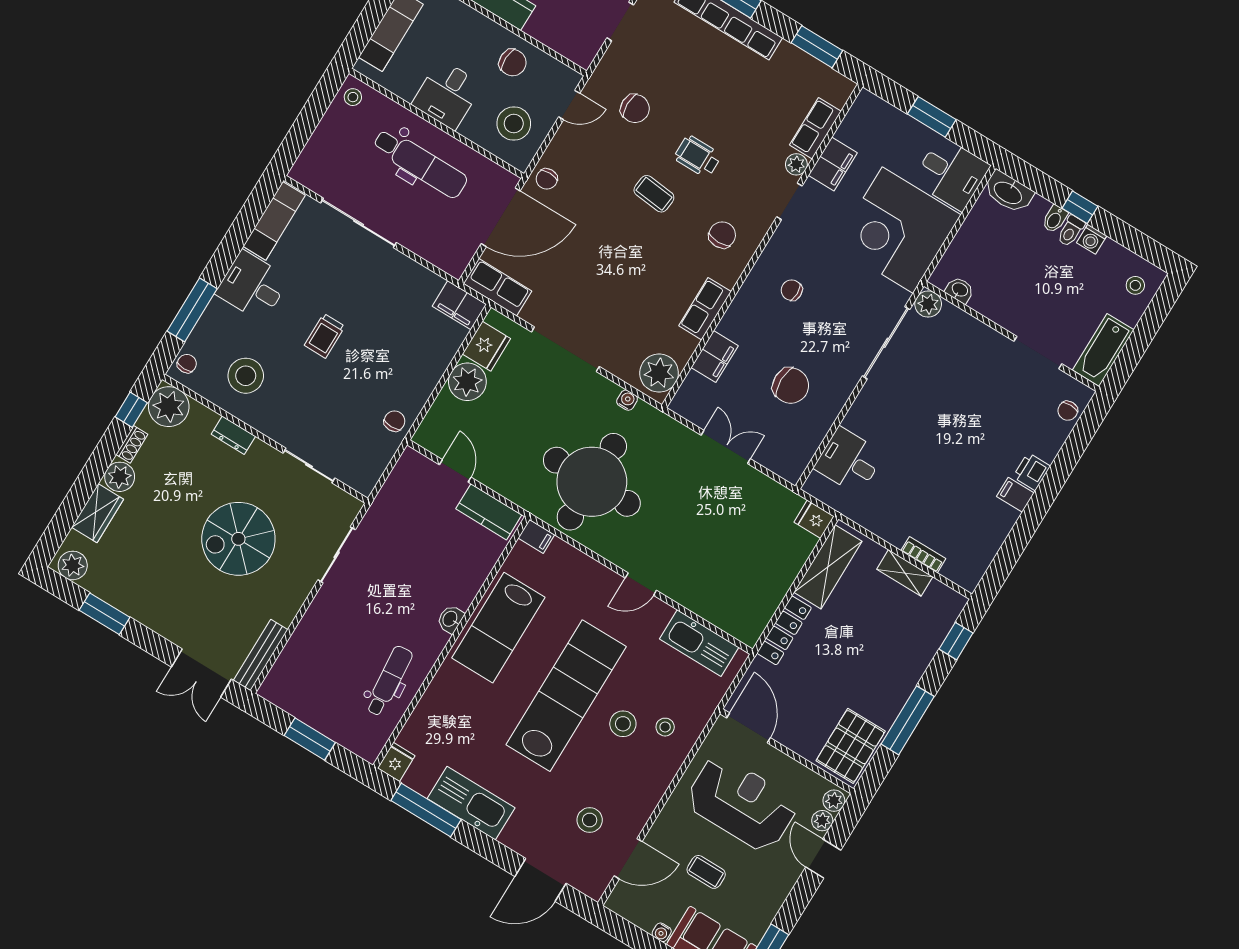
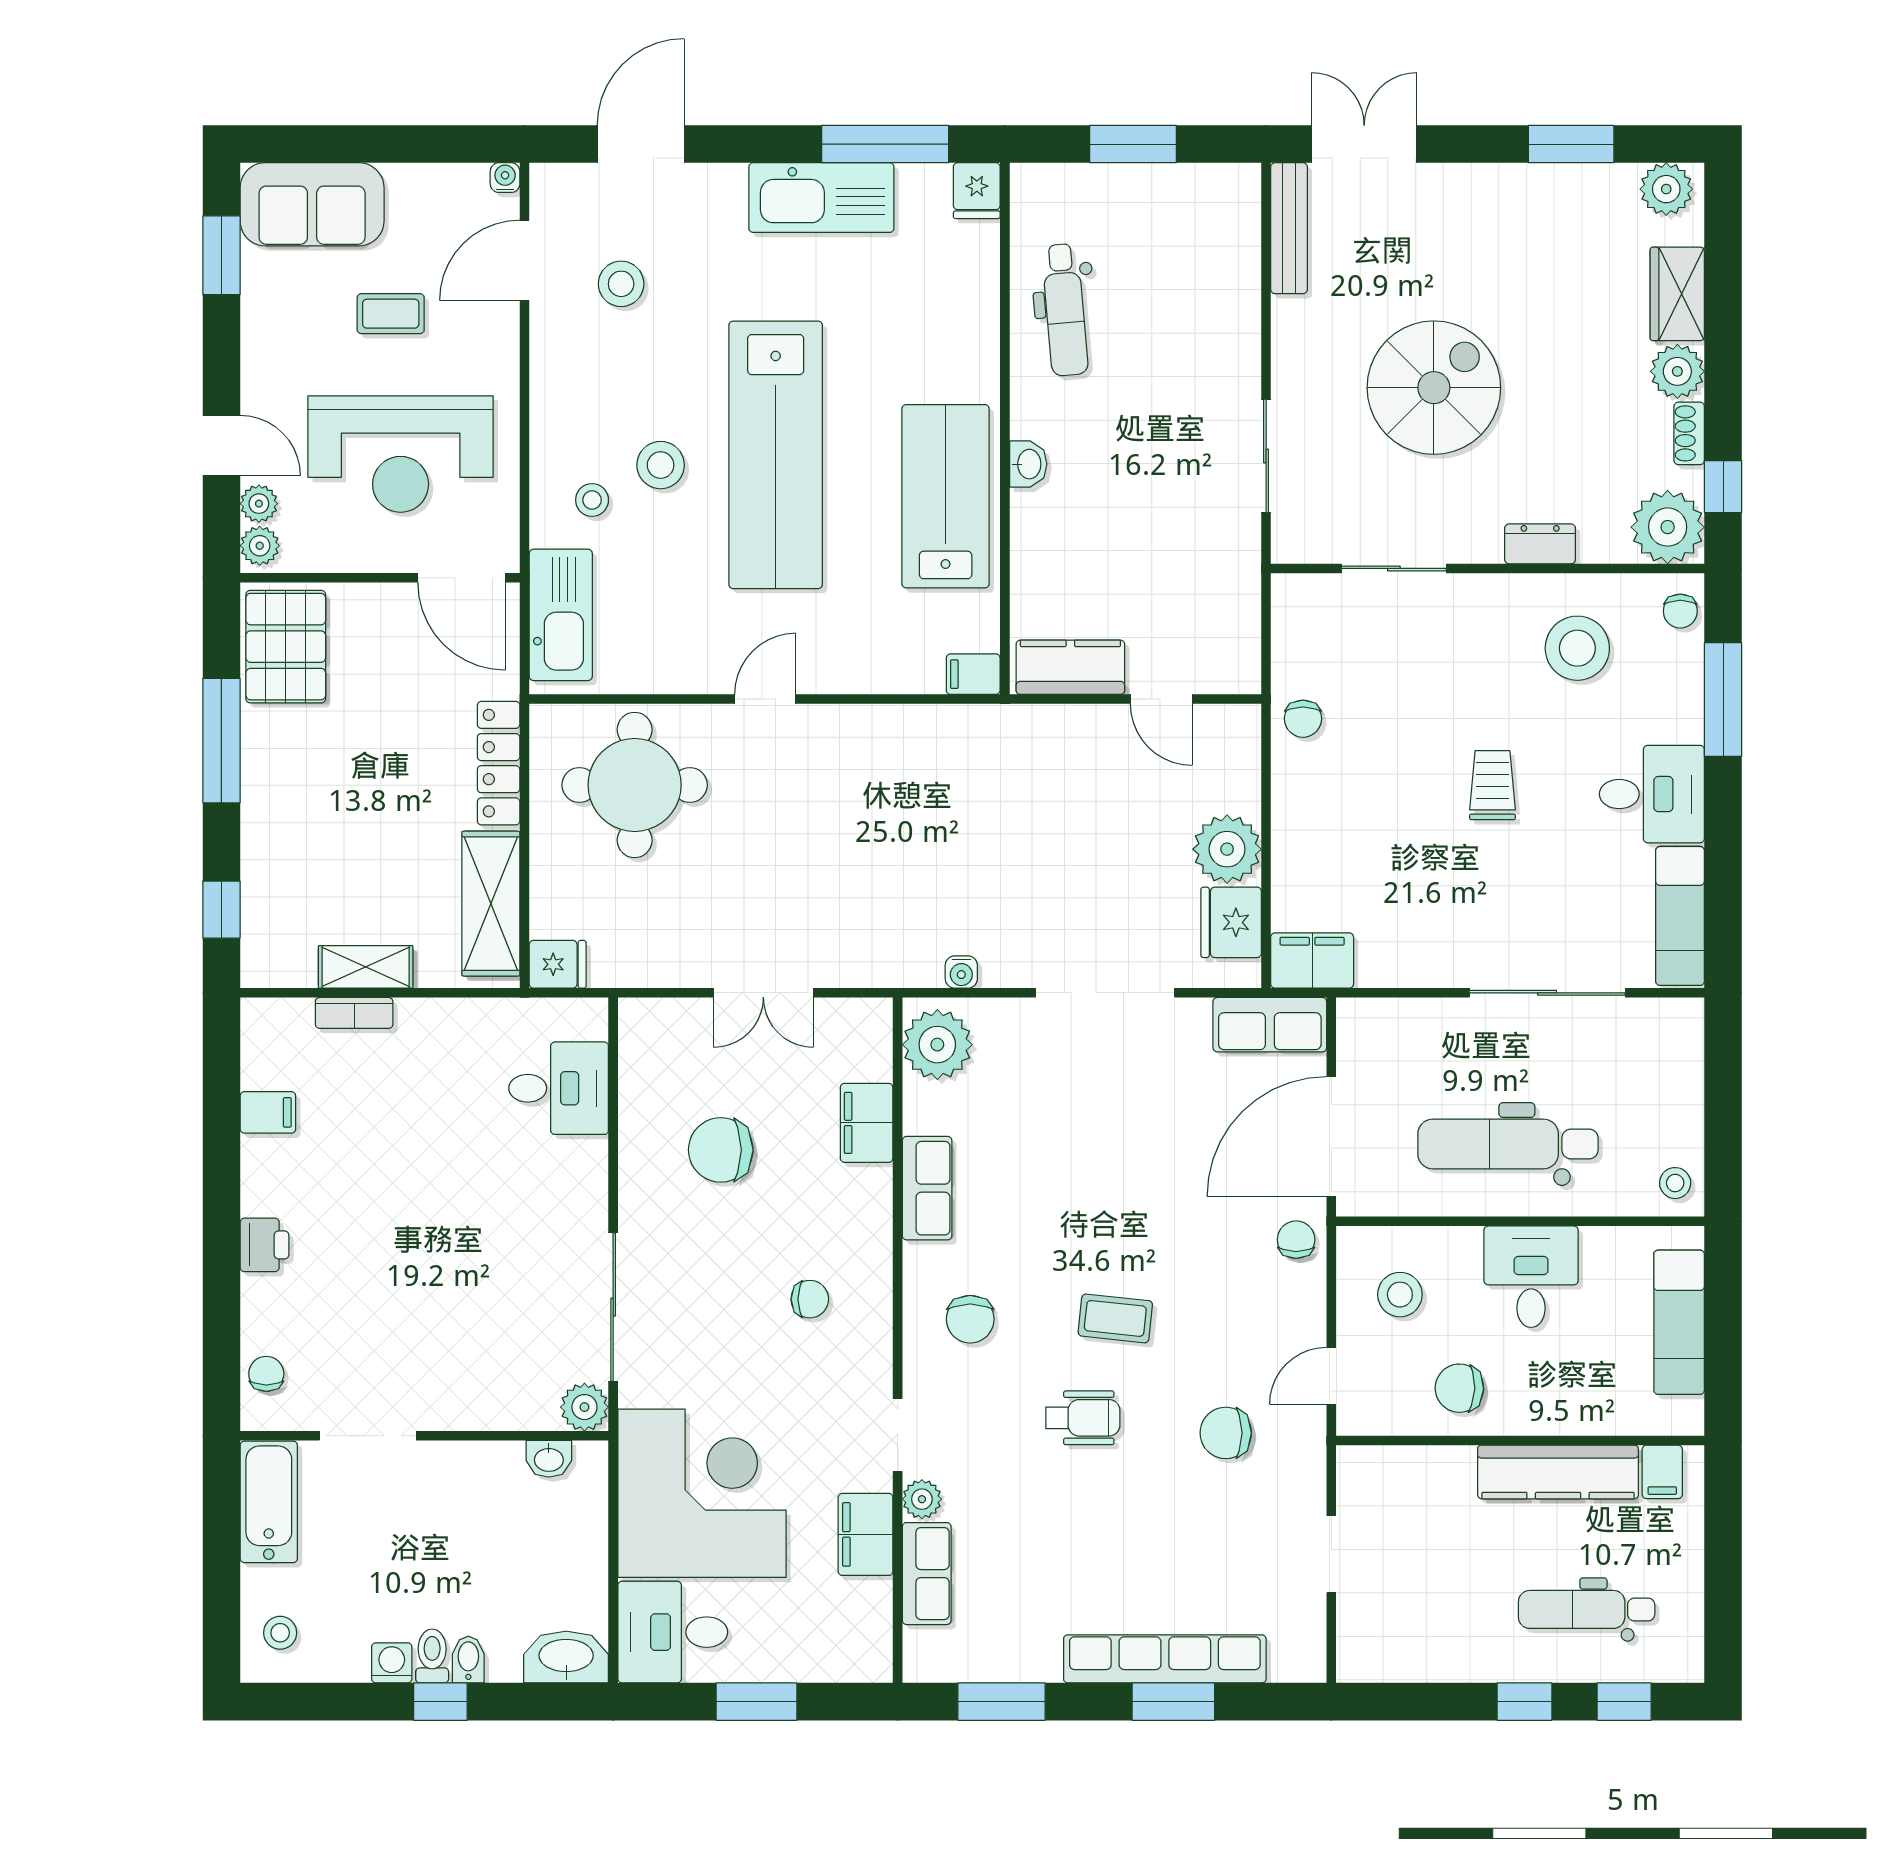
stool: (514, 124) -> (1400, 1295), width x0.73, depth x0.73
round table: (592, 482) -> (635, 785), moved, width x0.73, depth x0.73
filing cabinet: (1015, 495) -> (268, 1112), moved
kitchen sink: (699, 643) -> (561, 615), moved, turned 90
water cooler: (662, 932) -> (505, 178), moved

